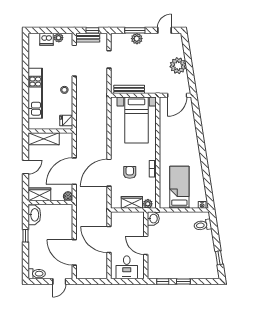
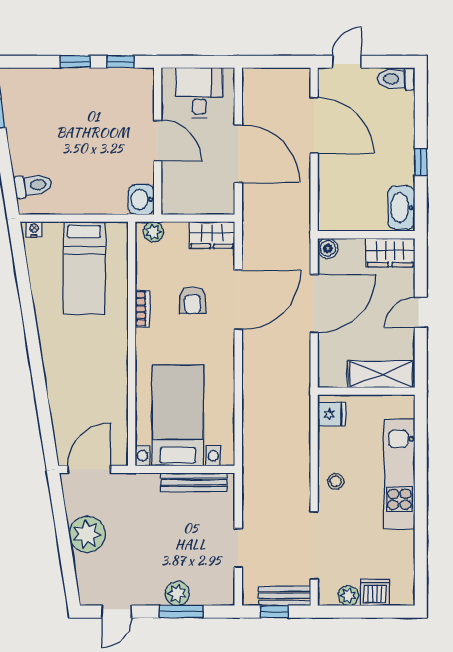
wardrobe: (132, 202) -> (212, 235), moved

